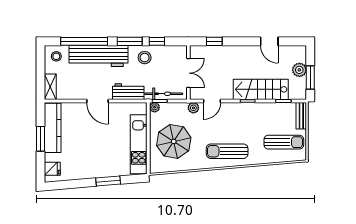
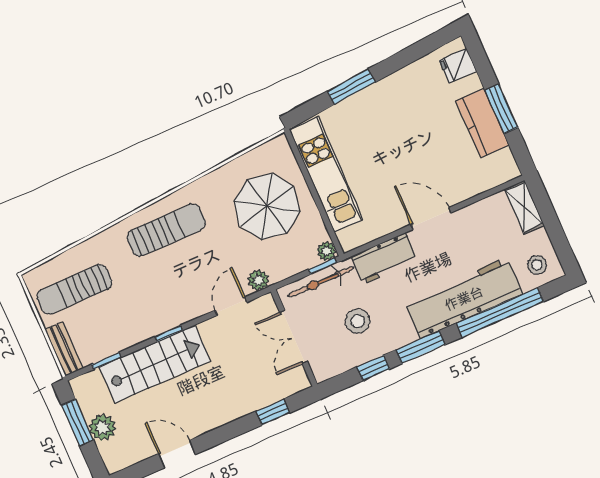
stool: (145, 58) -> (358, 321), moved
kitchen counter: (53, 128) -> (482, 123), width x0.67

